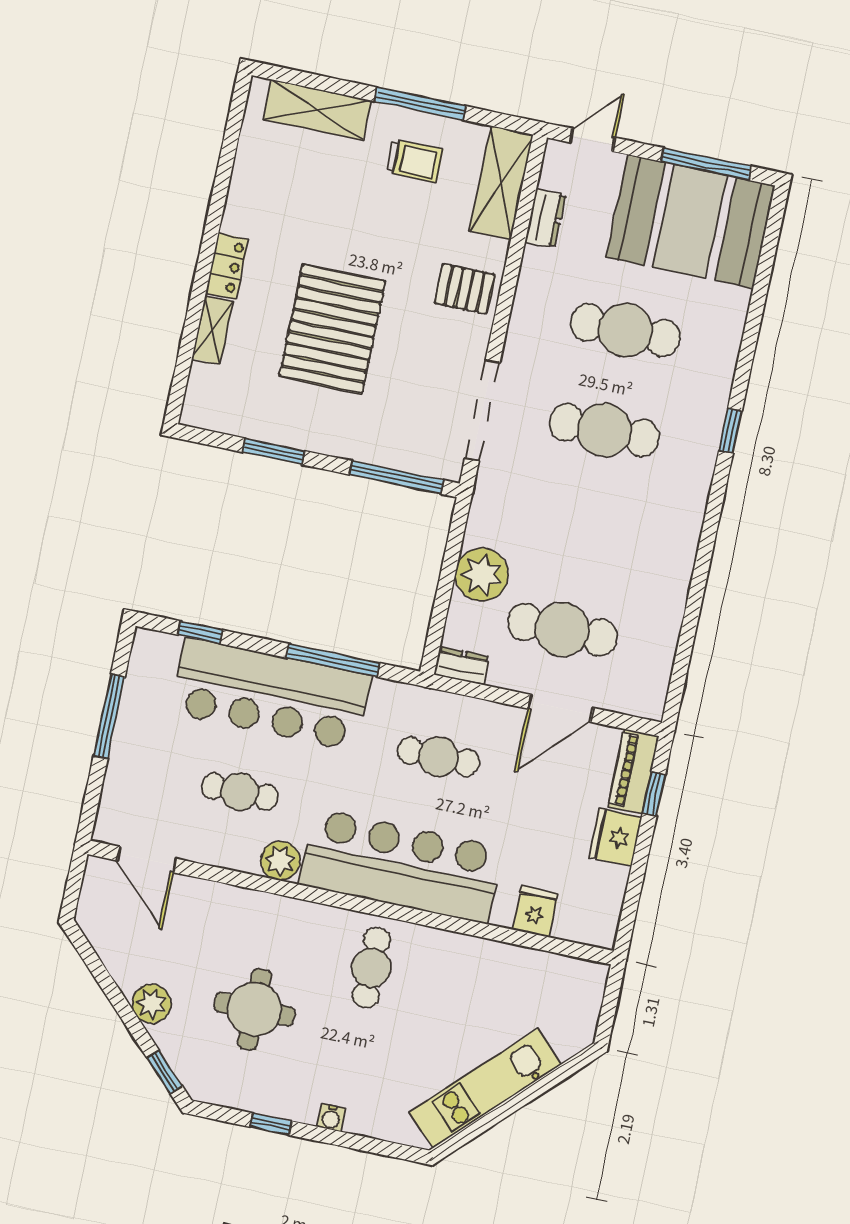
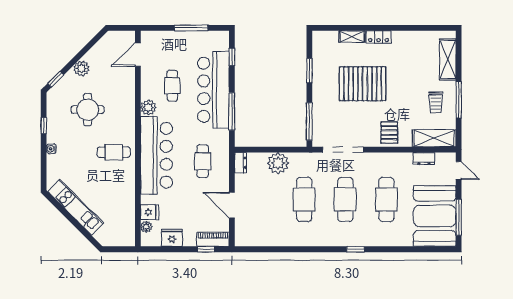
cafe table: (562, 630) -> (304, 199), moved
fridge: (616, 837) -> (172, 238), moved
plant: (569, 927) -> (146, 227), added

